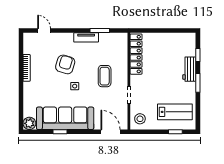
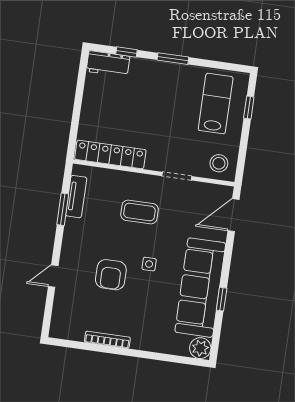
door: (44, 31) -> (53, 276), moved
tv unit: (86, 37) -> (76, 197), moved
armchair: (65, 64) -> (111, 275), turned -107
workbench: (189, 69) -> (108, 64), moved

